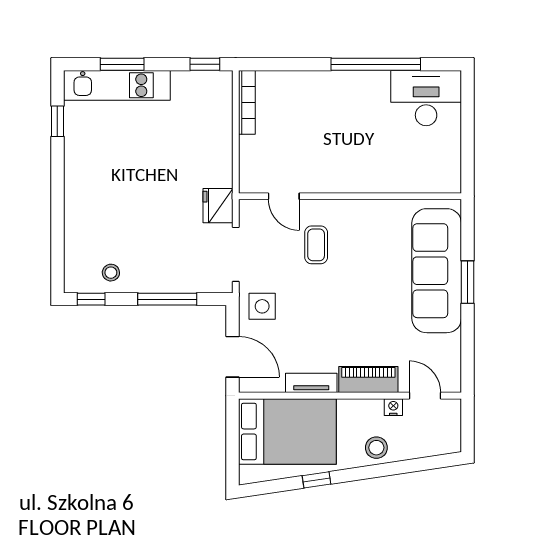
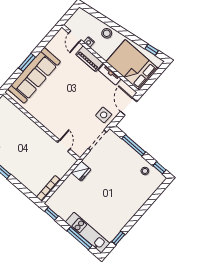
window: (122, 64) -> (80, 238), width x1.44
fridge: (218, 206) -> (81, 171), moved
coffee table: (316, 245) -> (67, 120), removed
window: (316, 480) -> (152, 50), moved

